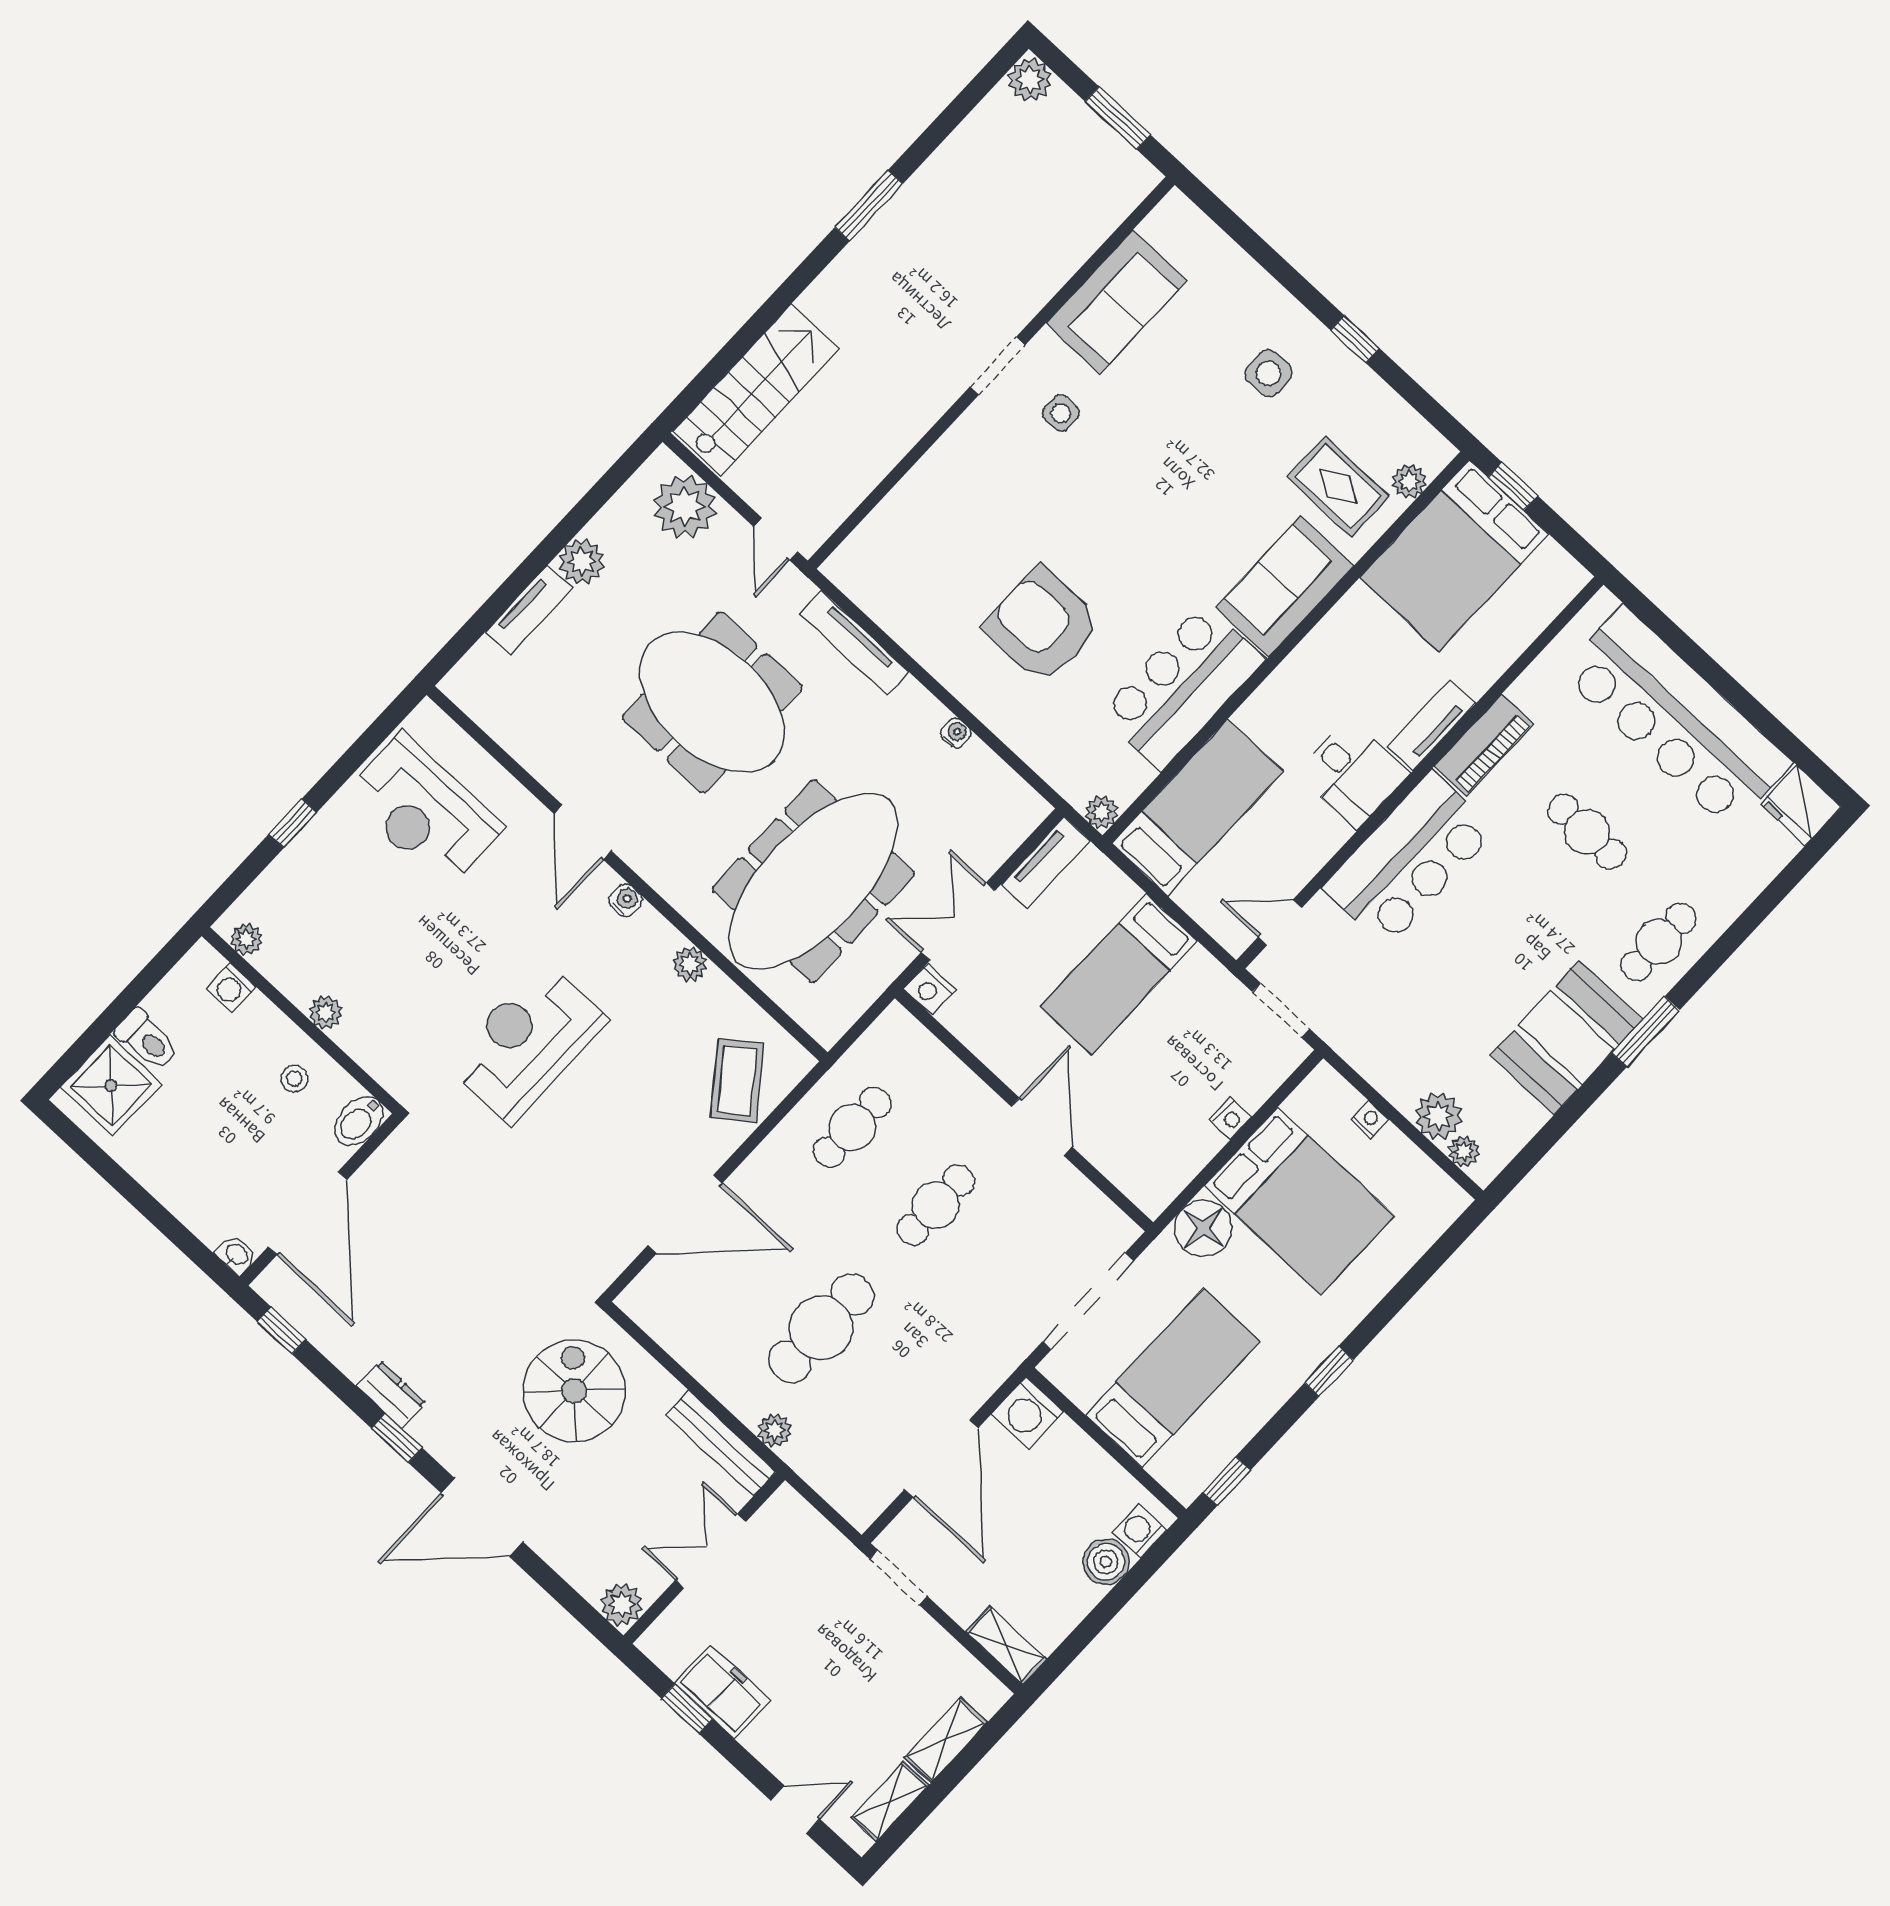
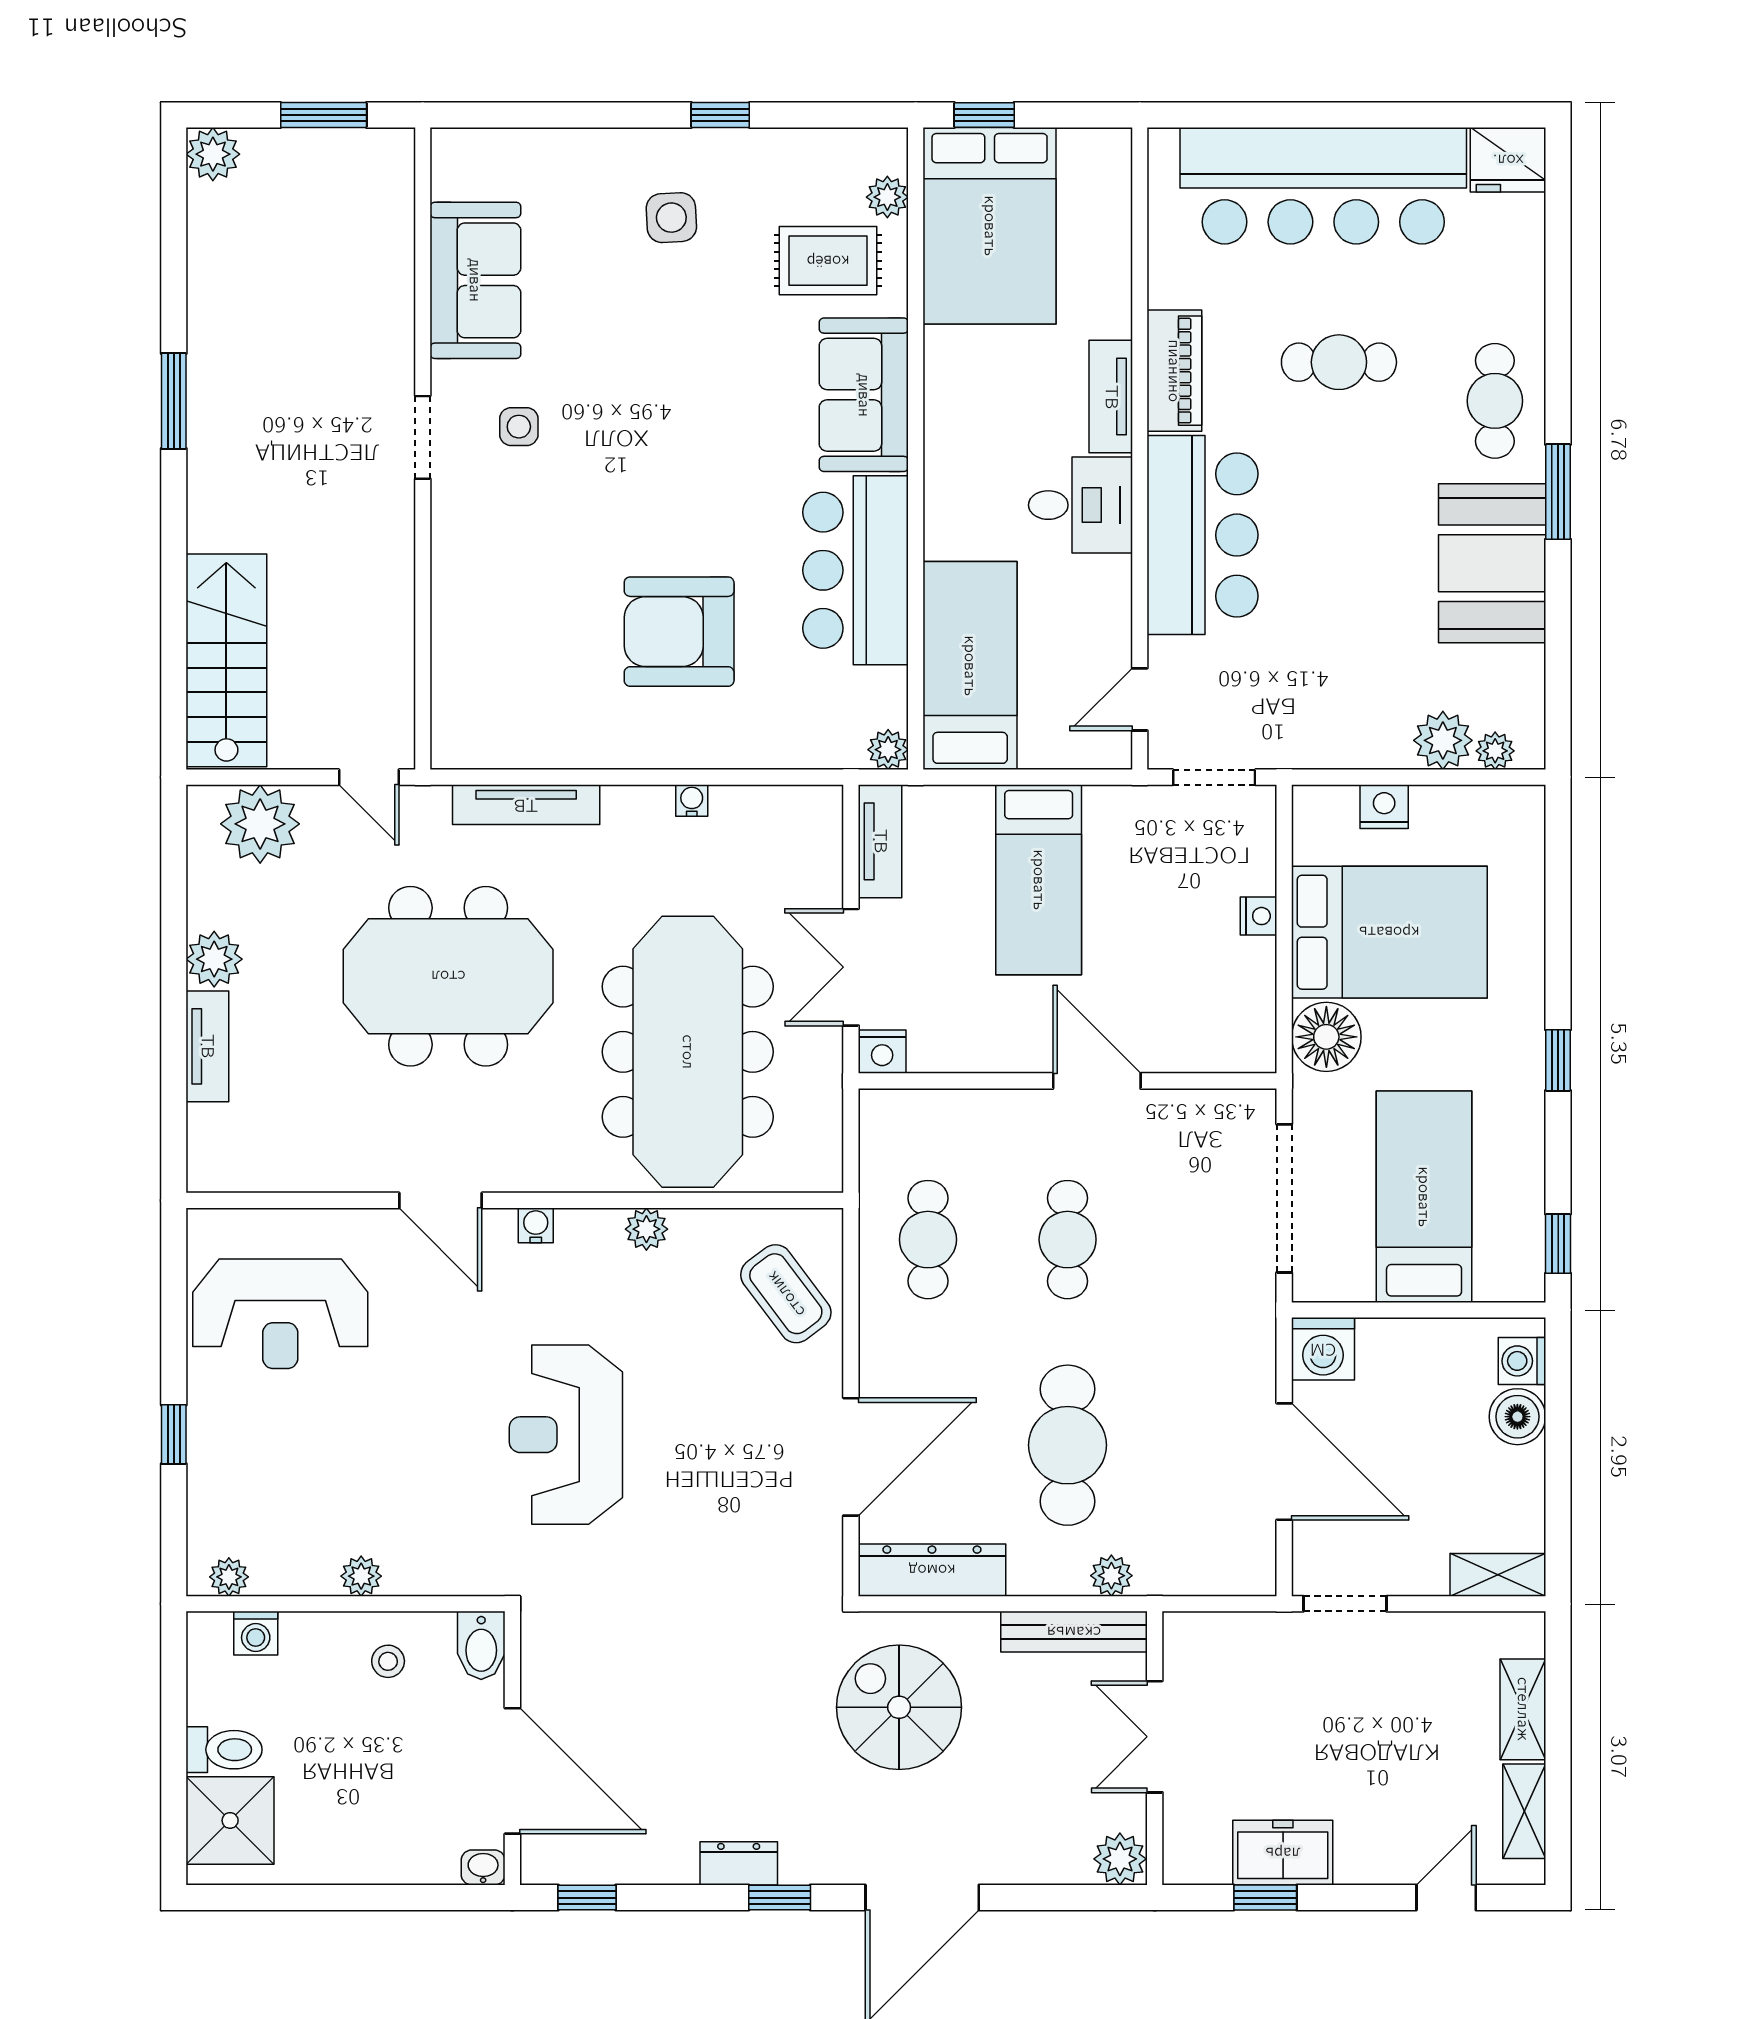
nightstand: (1369, 1119) -> (1384, 807), width x1.39, depth x1.35
dresser: (670, 1327) -> (932, 1570), added

